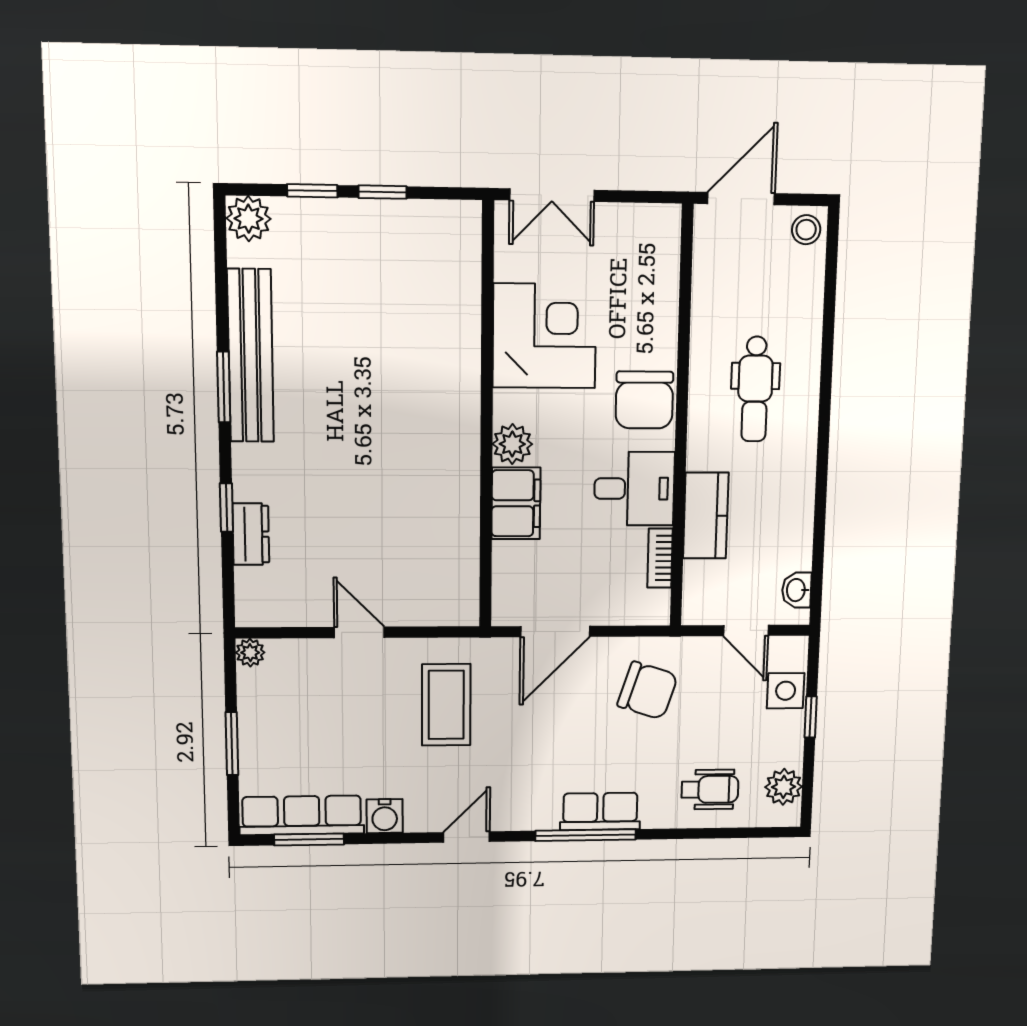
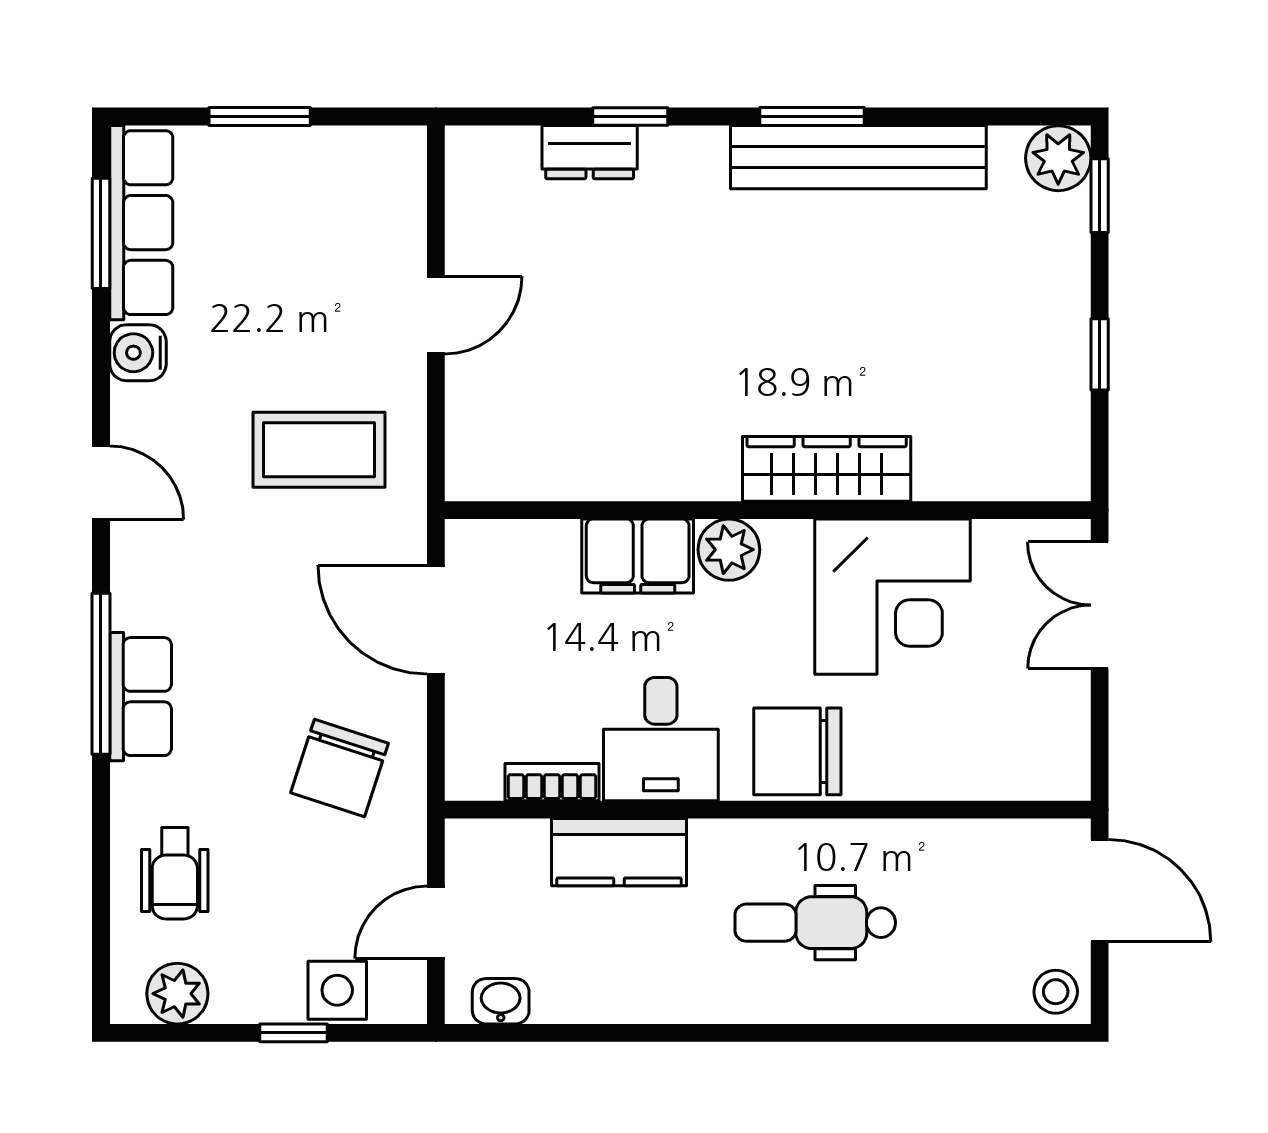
window: (312, 191) -> (1100, 196), moved
wardrobe: (460, 379) -> (827, 469), added
plant: (250, 653) -> (405, 148), removed

